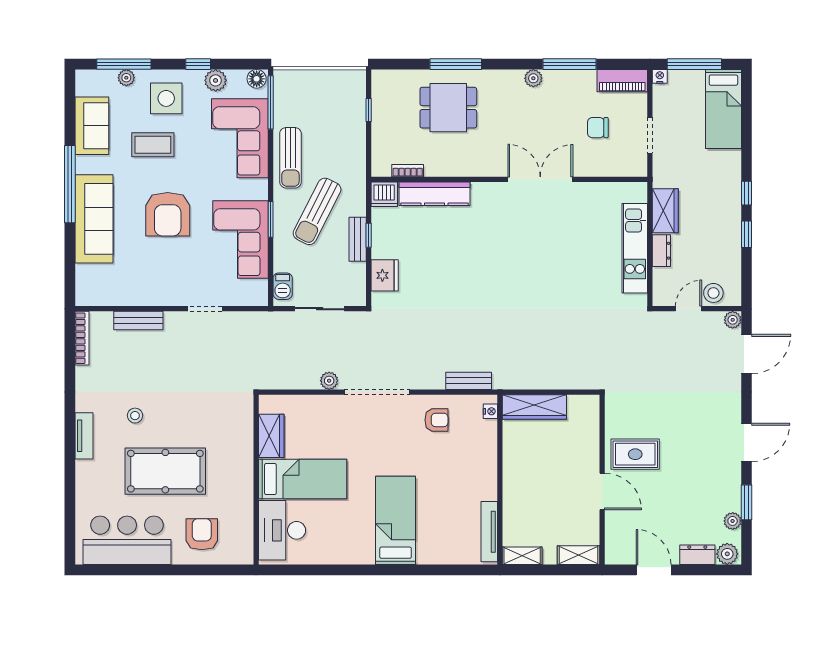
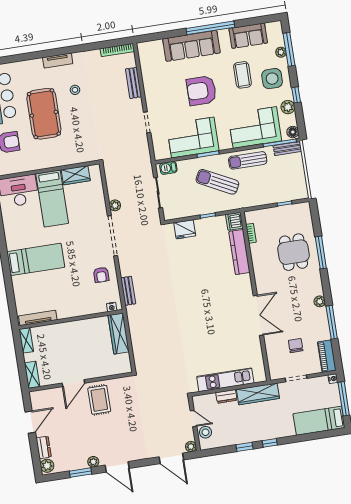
wardrobe: (665, 211) -> (258, 394), width x1.50
bench: (358, 239) -> (287, 149), moved
plant: (733, 521) -> (93, 462), moved

